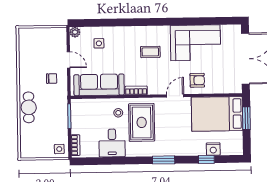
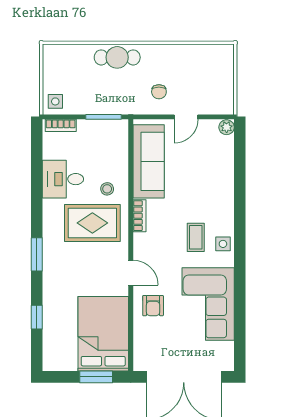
side table: (99, 43) -> (223, 244), moved
nightstand: (213, 149) -> (52, 328), removed

